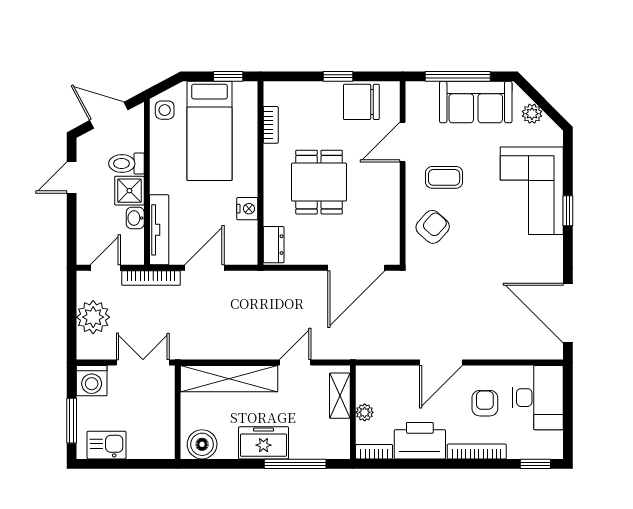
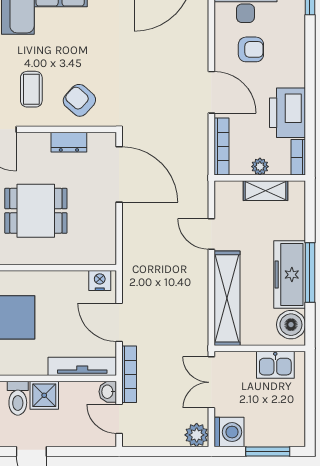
nightstand: (247, 209) -> (100, 281), moved
washbasin: (135, 218) -> (108, 392), moved, turned 90
dresser: (274, 245) -> (69, 142), moved, turned 180
plant: (93, 317) -> (197, 435), moved, width x0.73, depth x0.73
shelving: (340, 396) -> (265, 191), moved
armchair: (485, 403) -> (251, 49), turned 180
freezer: (263, 443) -> (290, 275), width x1.40
kitchen sink: (107, 445) -> (275, 365), moved, turned -90
bookcase: (477, 452) -> (221, 146), moved, turned 180
window: (295, 464) -> (310, 273), moved

